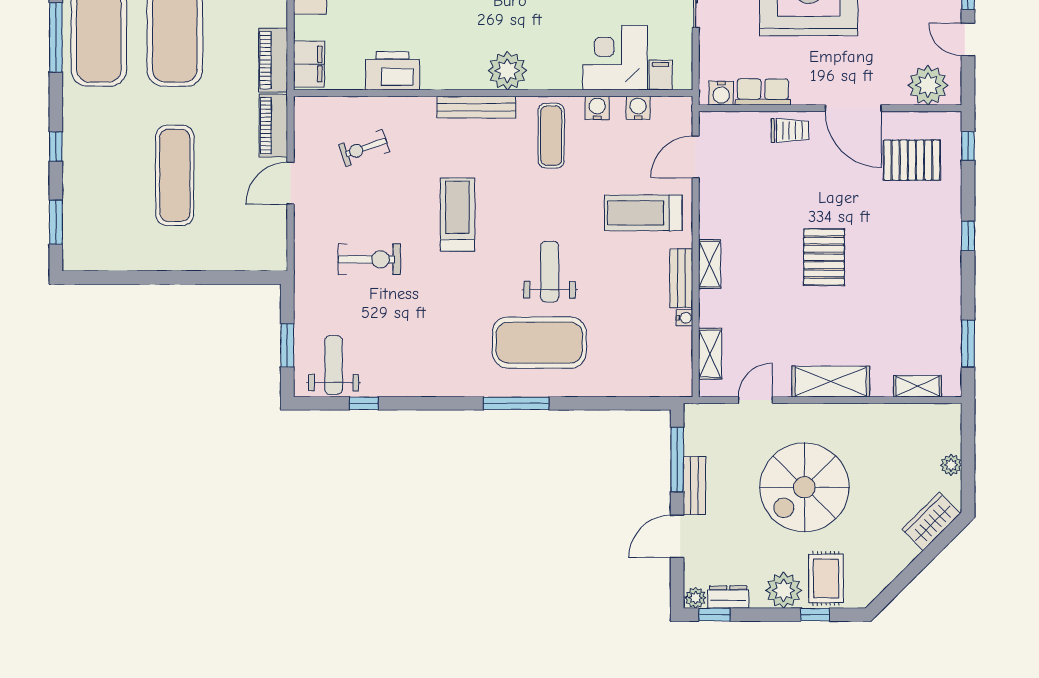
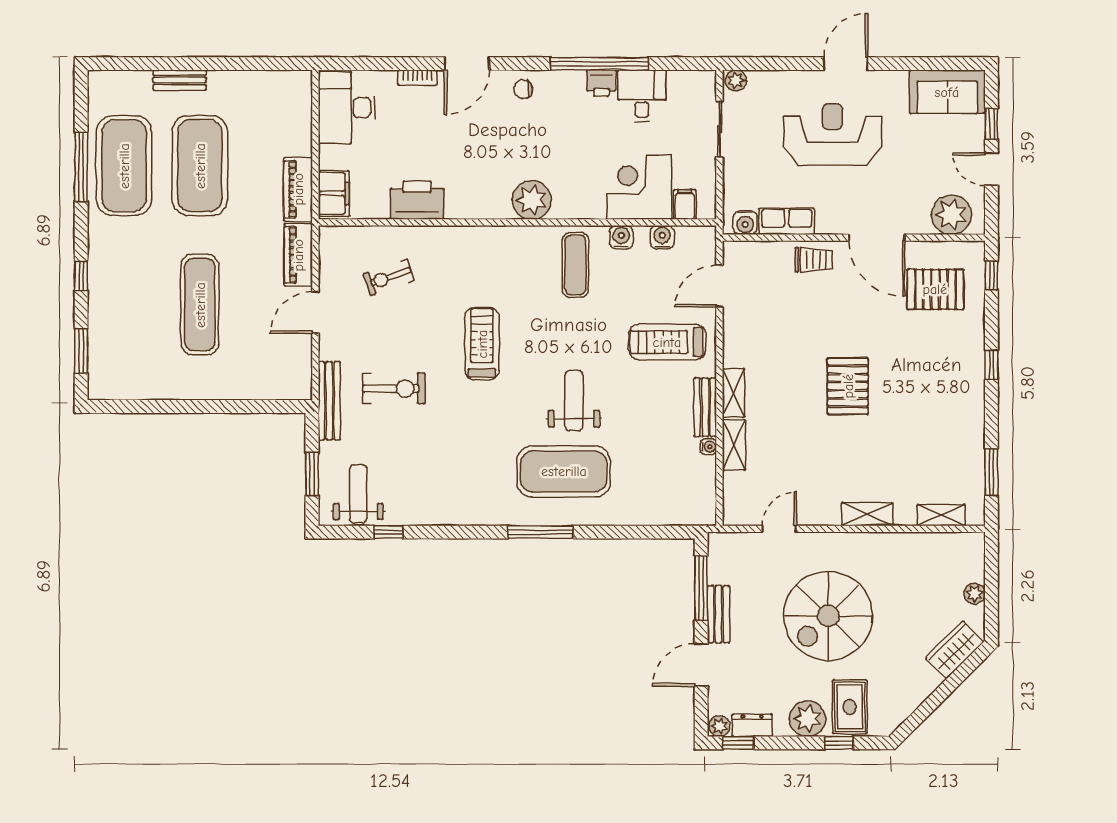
bench: (476, 107) -> (329, 401), moved, turned 90
shelving: (710, 354) -> (734, 445), moved
shelving: (831, 382) -> (867, 514), width x0.67, depth x0.75

